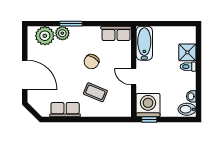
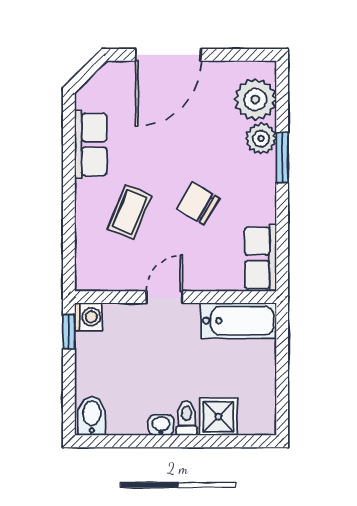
washbasin: (191, 96) -> (161, 425), moved
washing machine: (148, 105) -> (88, 317), width x0.53, depth x0.53

